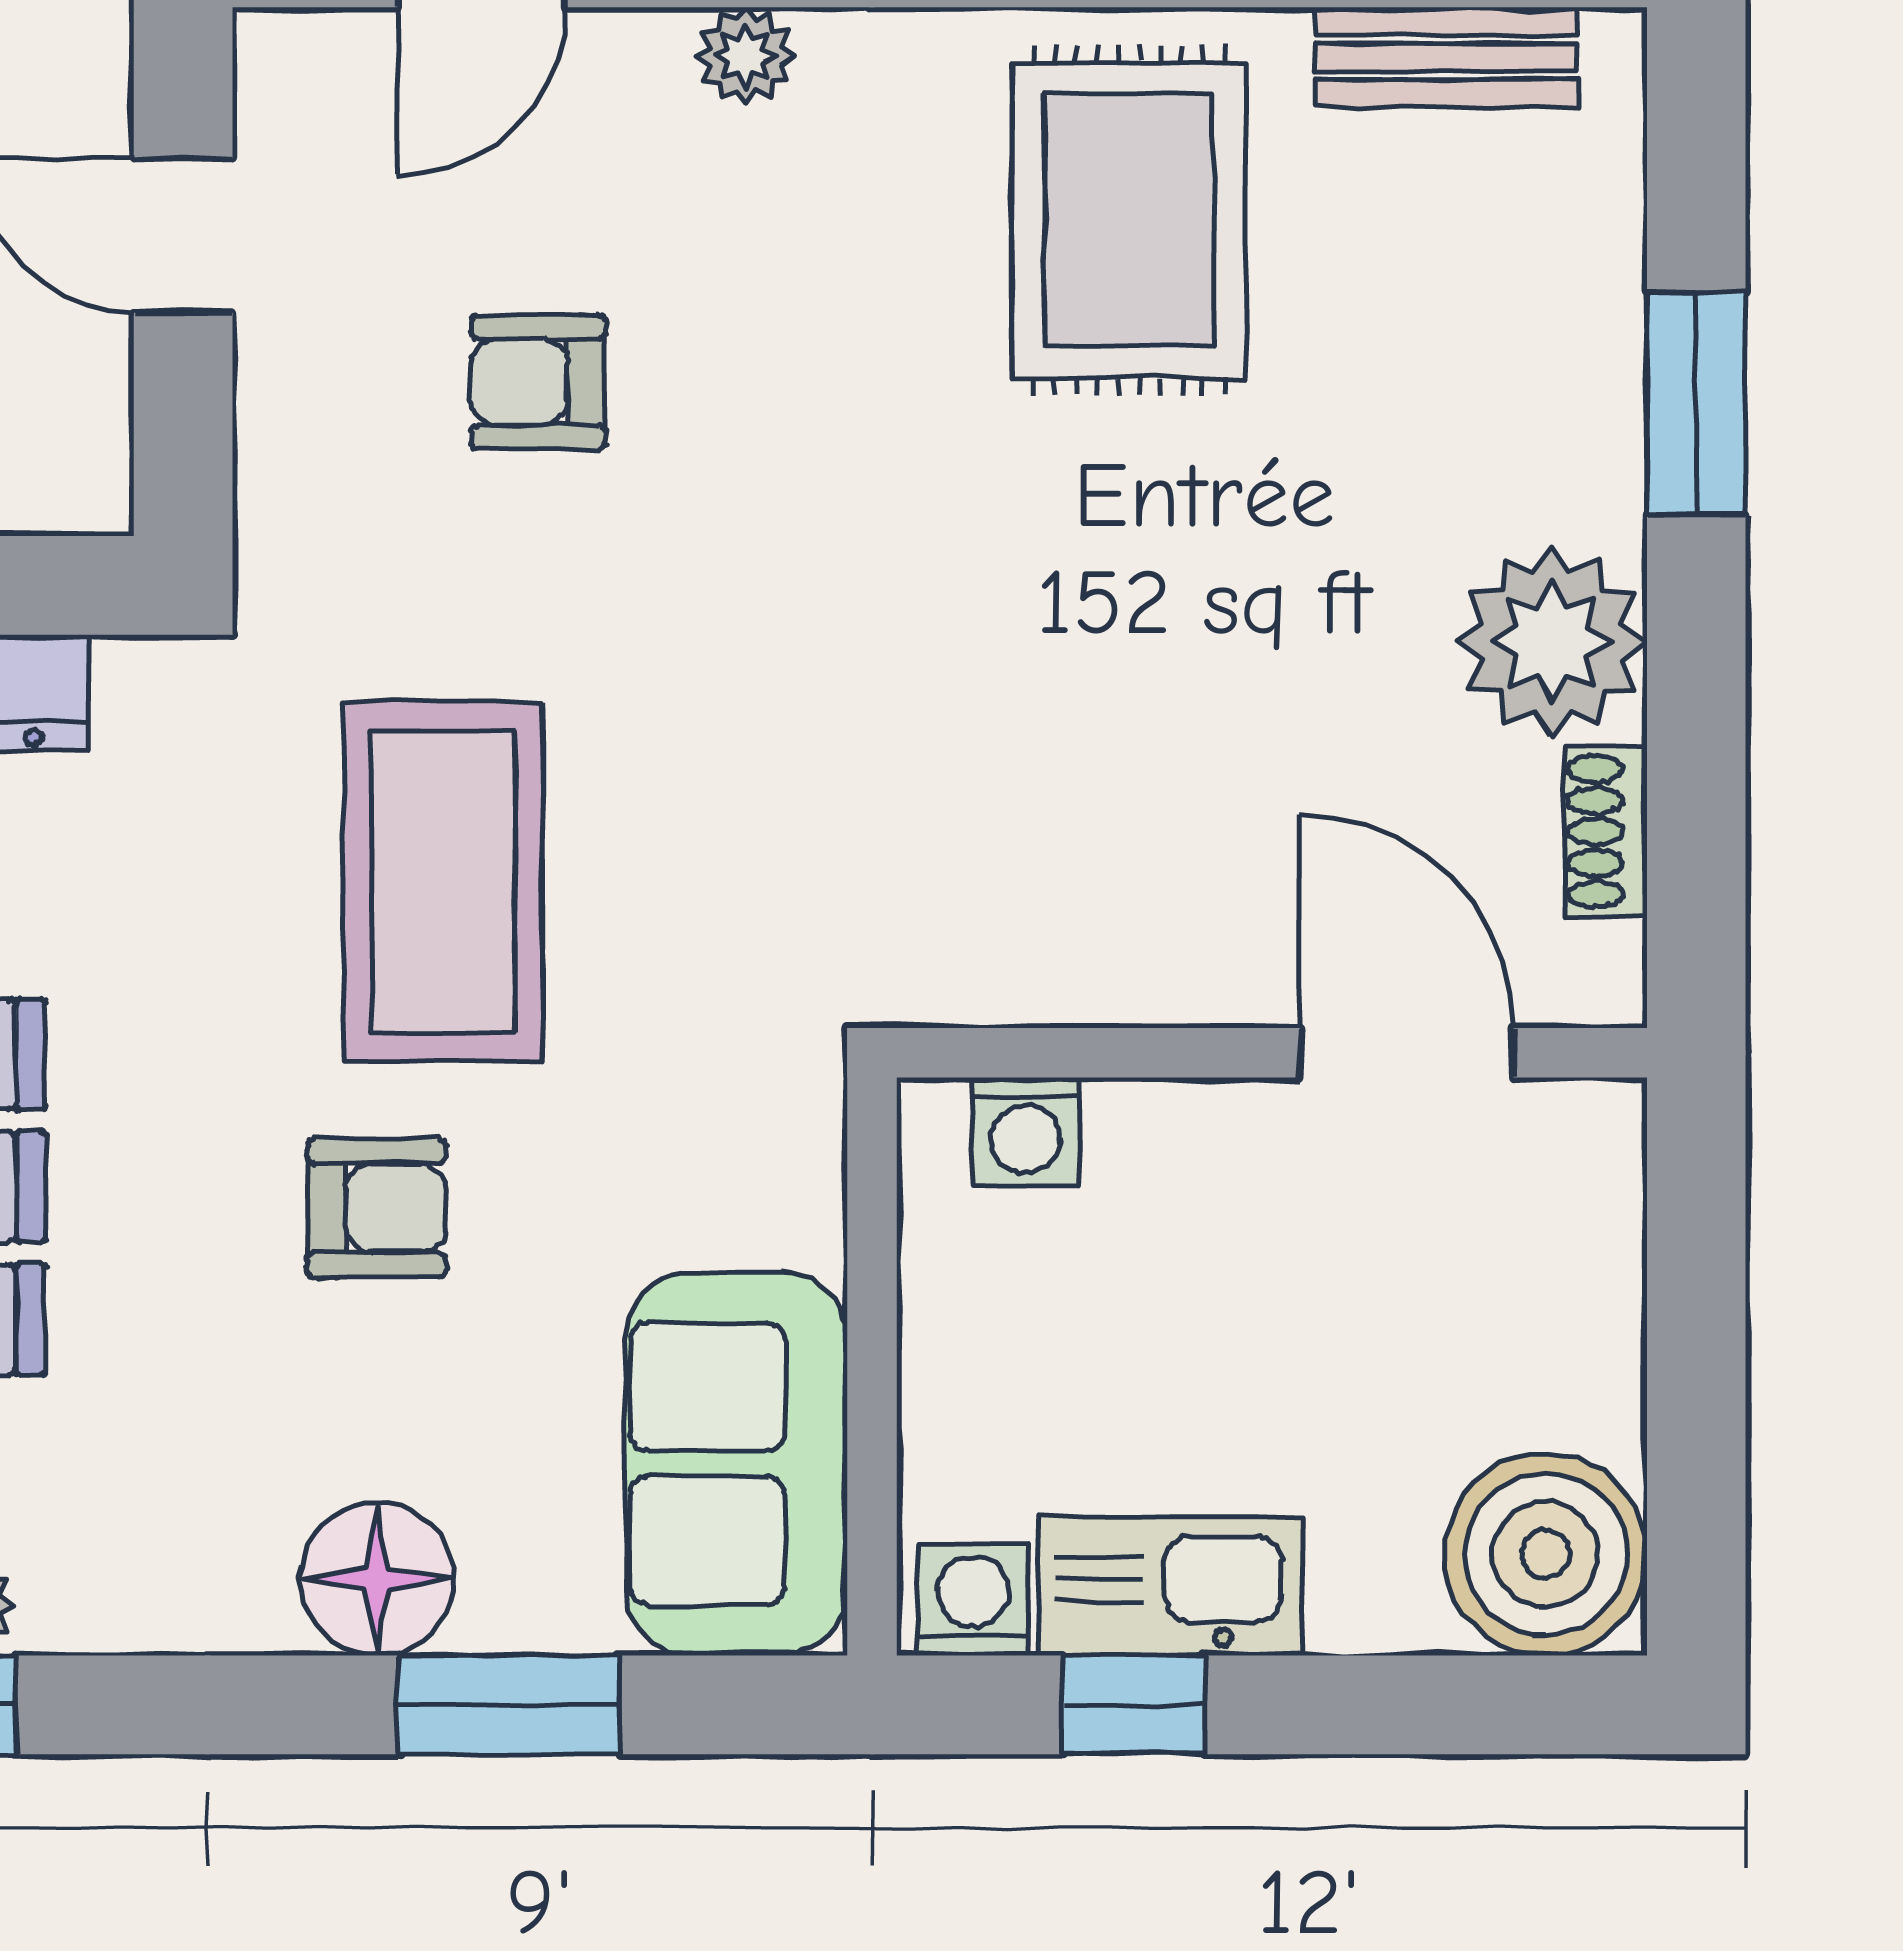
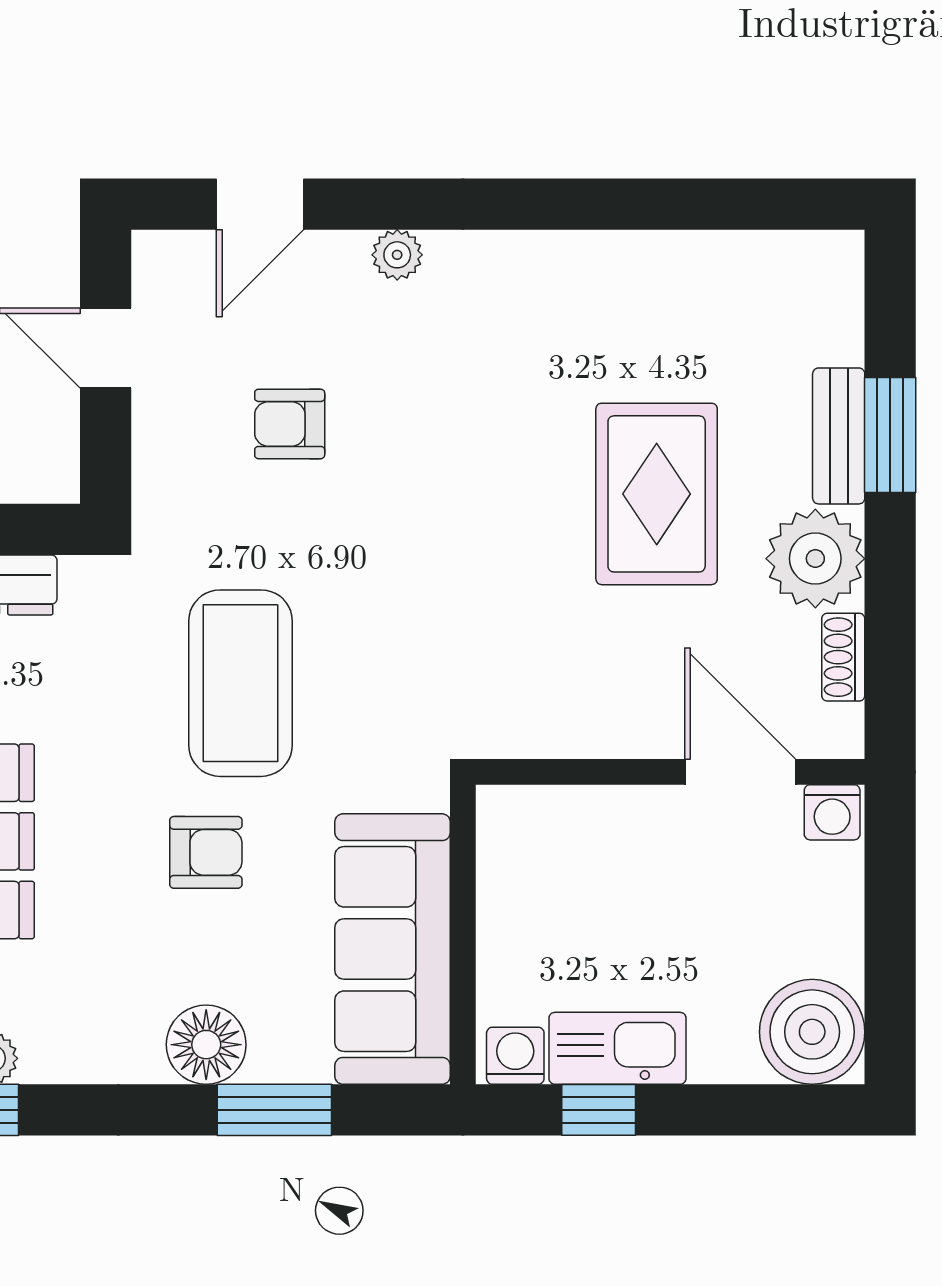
bench: (1446, 57) -> (839, 436), moved, turned 90
rug: (1129, 220) -> (657, 494), moved
washing machine: (1025, 1131) -> (832, 812), moved
sofa: (736, 1464) -> (393, 949), width x1.36

